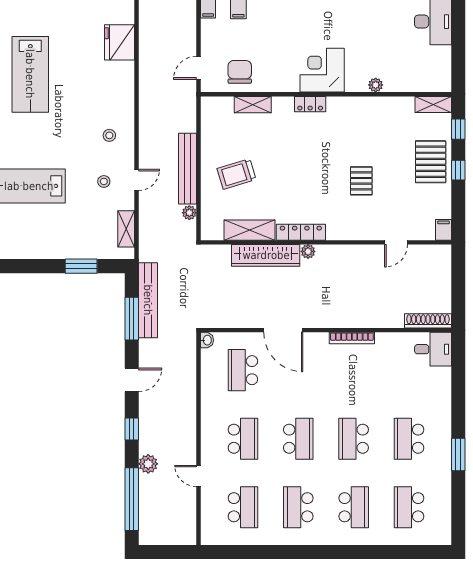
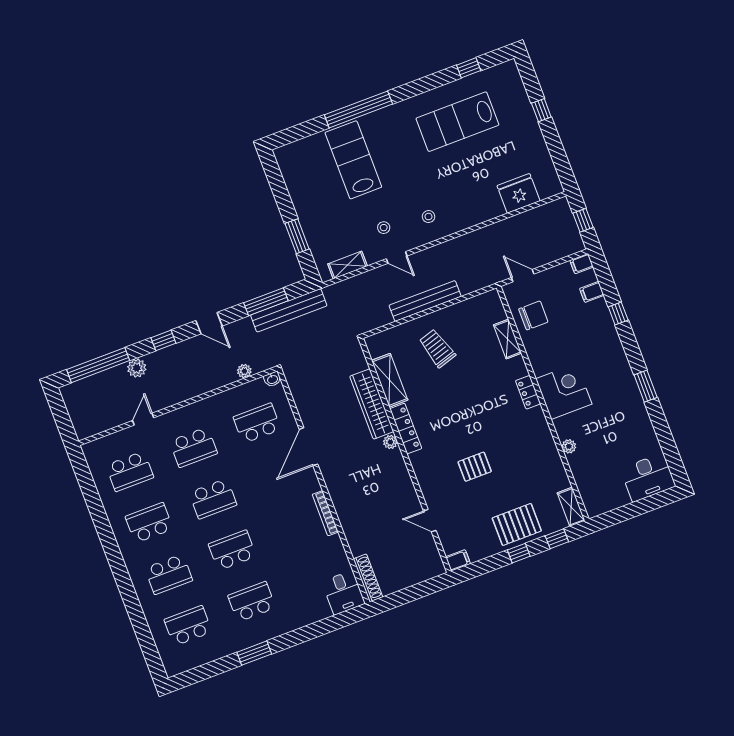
plant: (189, 213) -> (244, 371), moved

